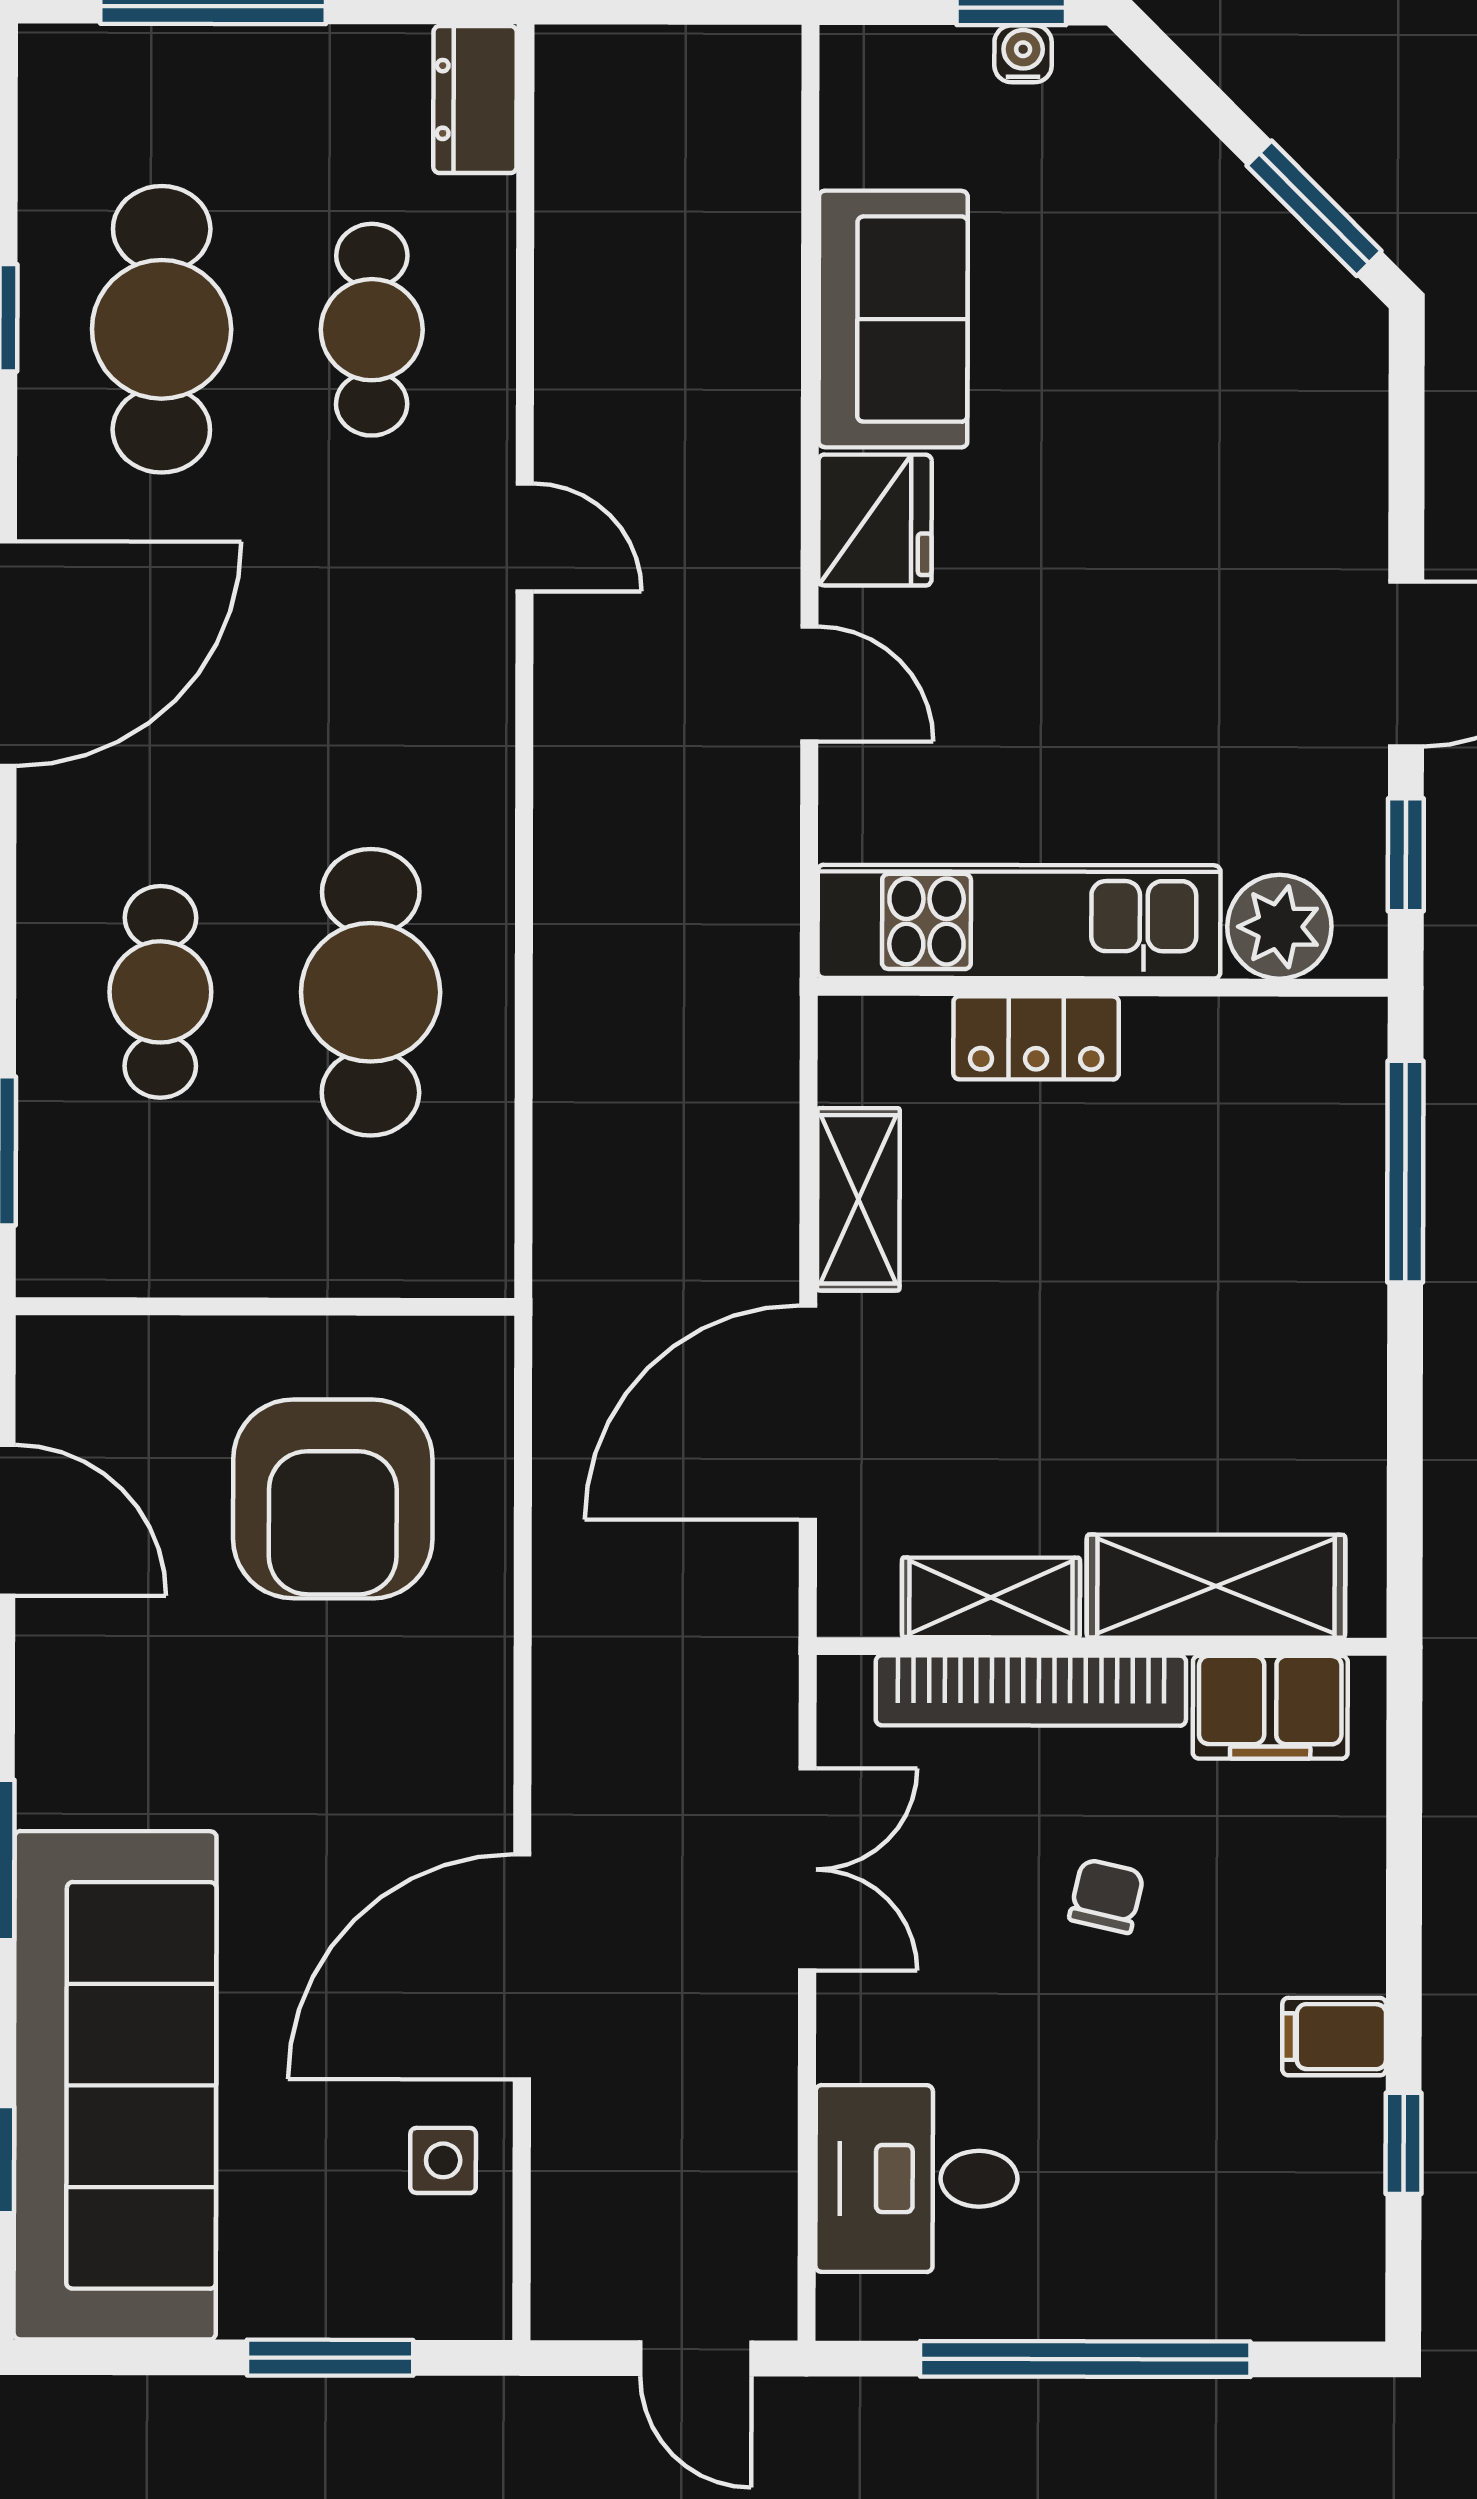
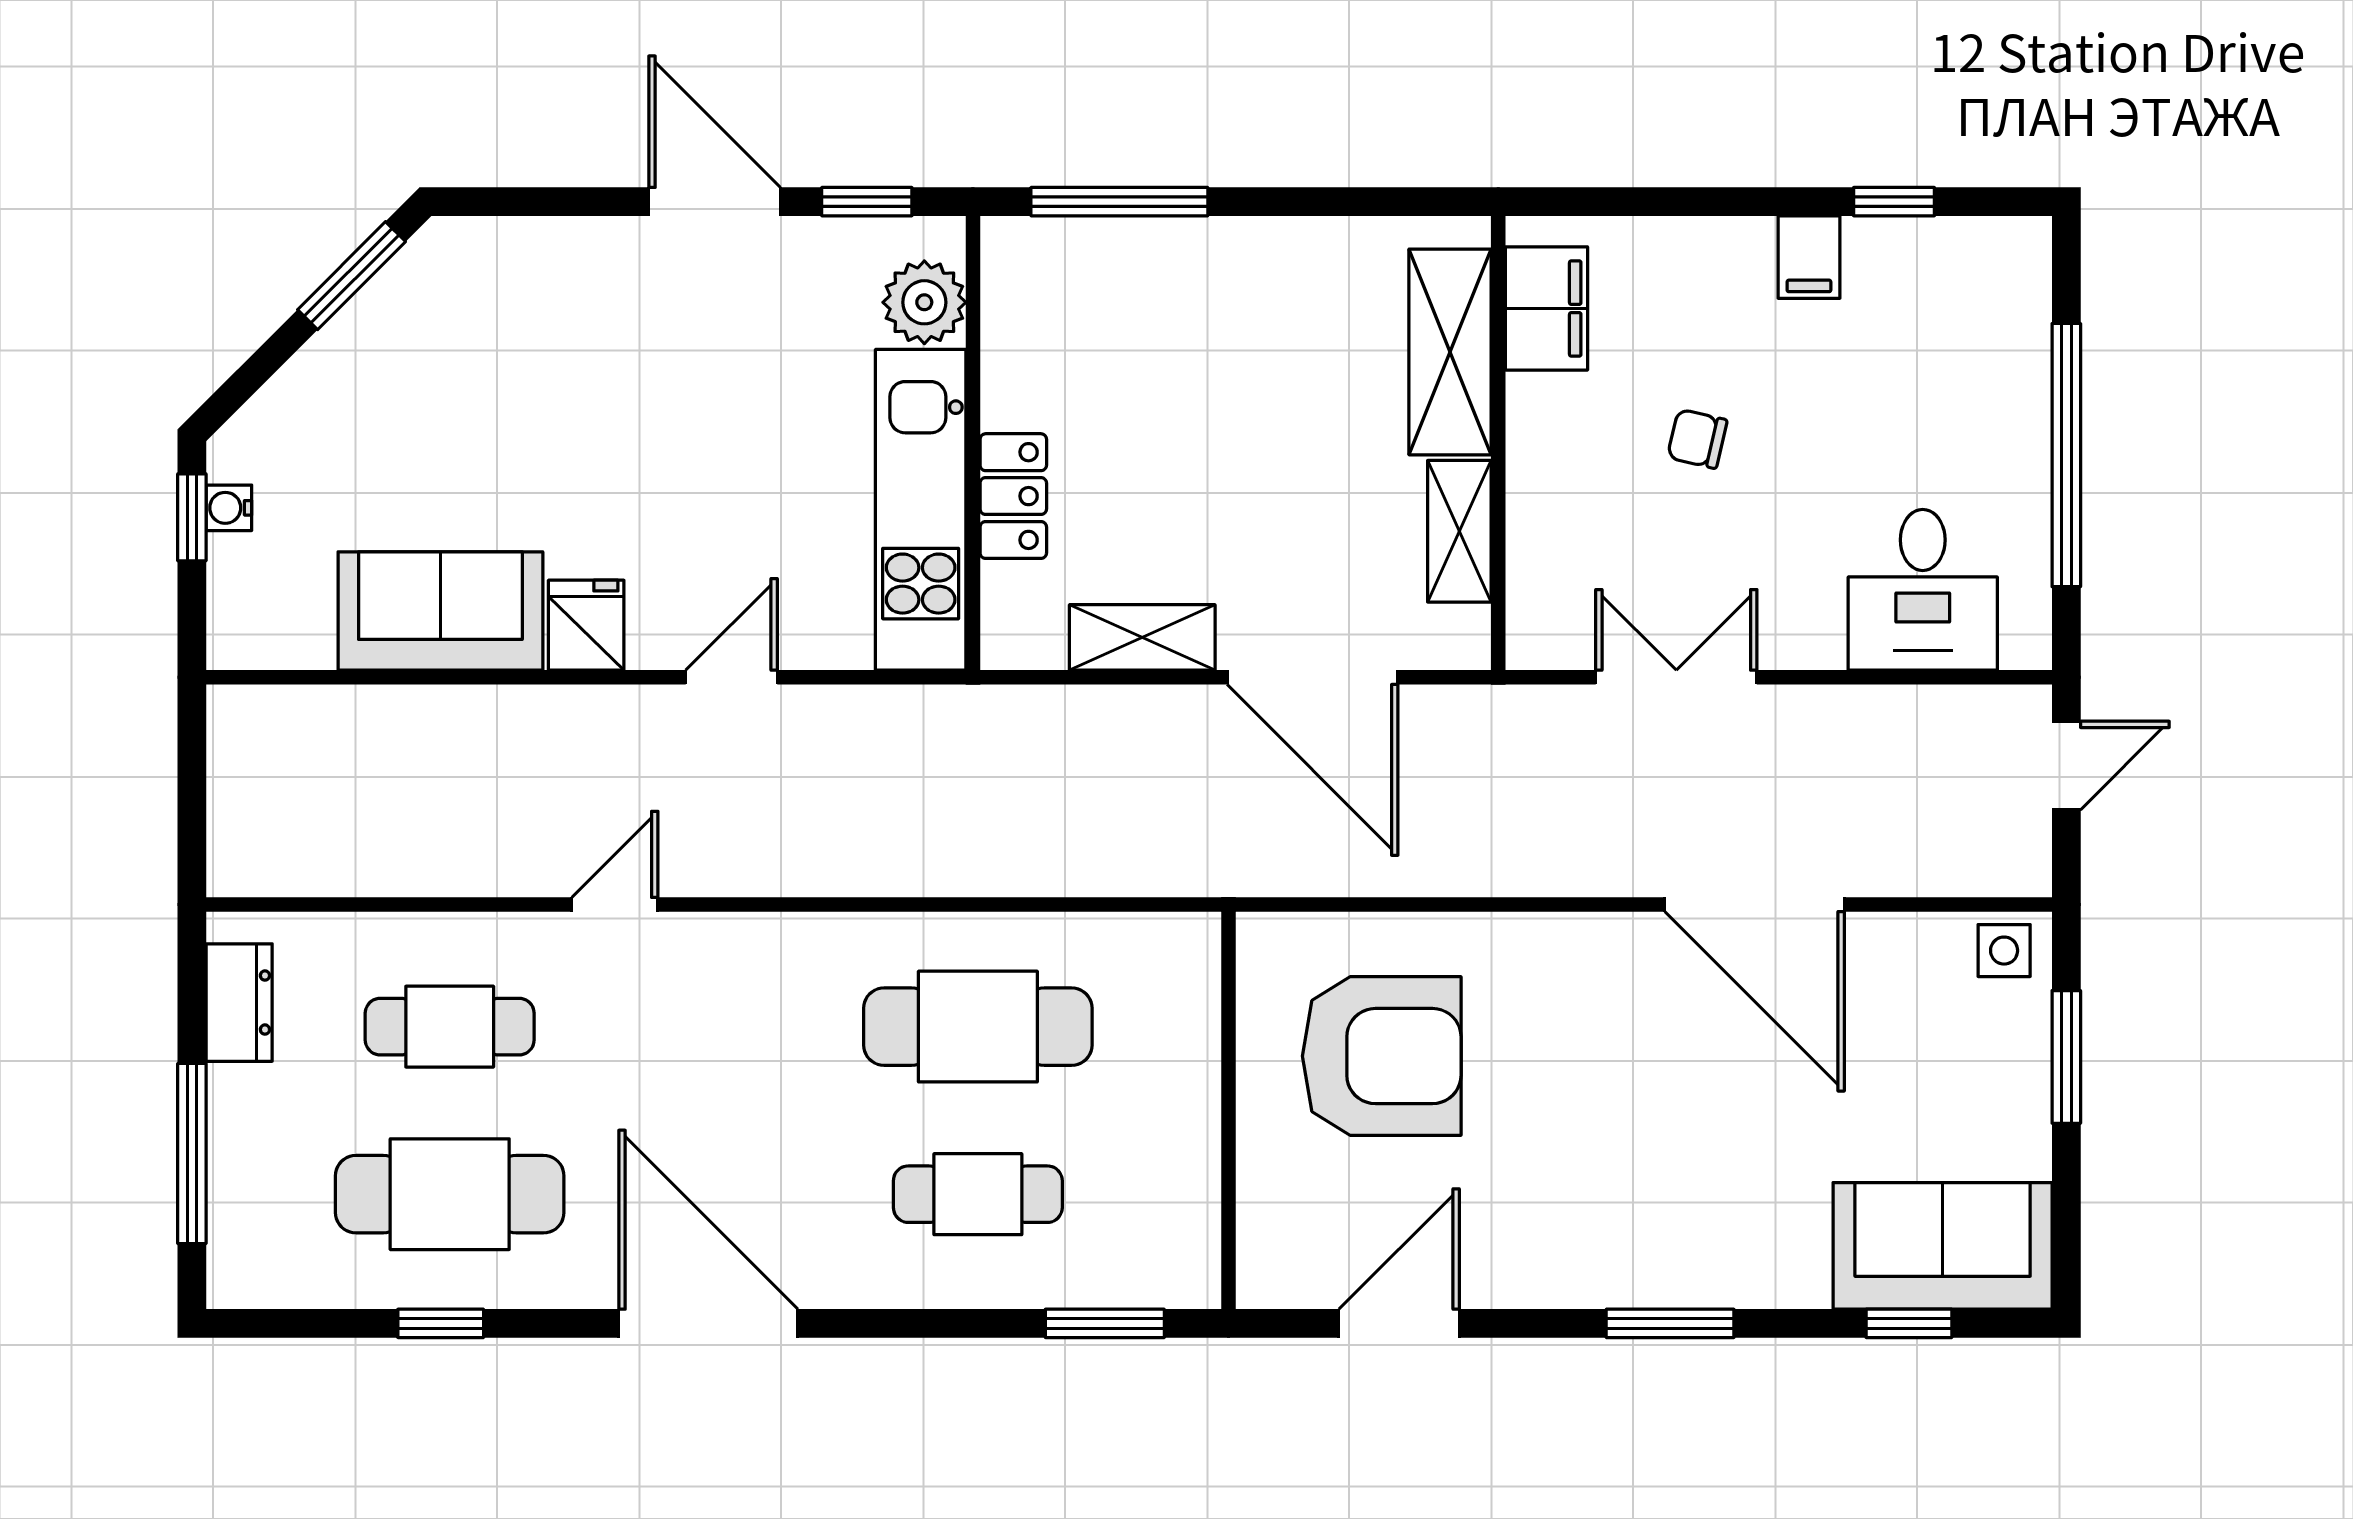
dresser: (475, 100) -> (239, 1003), moved, turned -90
fridge: (875, 520) -> (586, 625), width x0.72
bookcase: (1031, 1690) -> (1533, 499), removed
sofa: (115, 2085) -> (1943, 1246), width x0.54, depth x0.79
side table: (443, 2160) -> (2004, 951), moved

